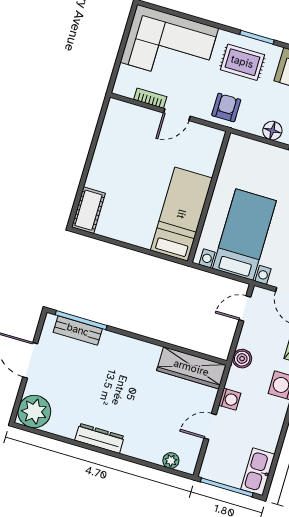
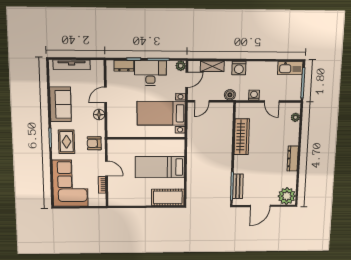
cot: (88, 210) -> (168, 197), width x1.37, depth x1.34
bed: (181, 214) -> (160, 167), moved
door: (245, 308) -> (202, 101), hinge flipped
wardrobe: (191, 368) -> (242, 137), moved

